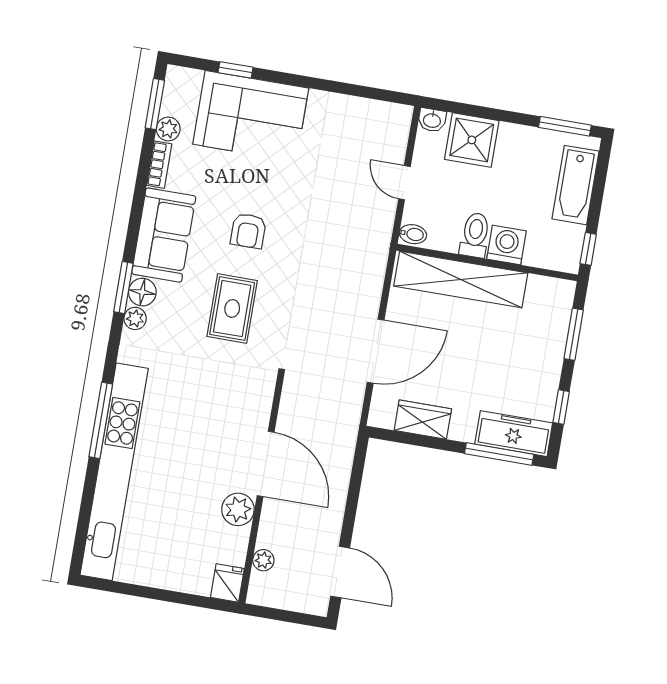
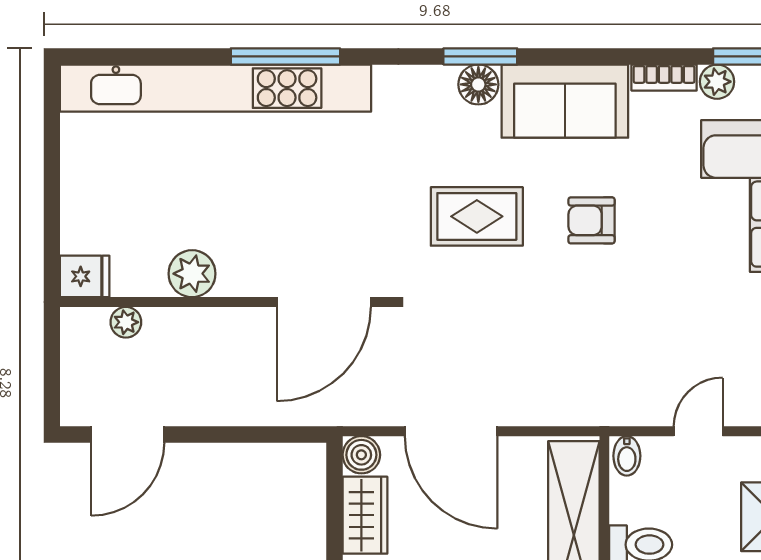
plant: (135, 318) -> (439, 81), removed
boiler: (381, 415) -> (361, 455), added
door: (266, 464) -> (324, 302), moved

